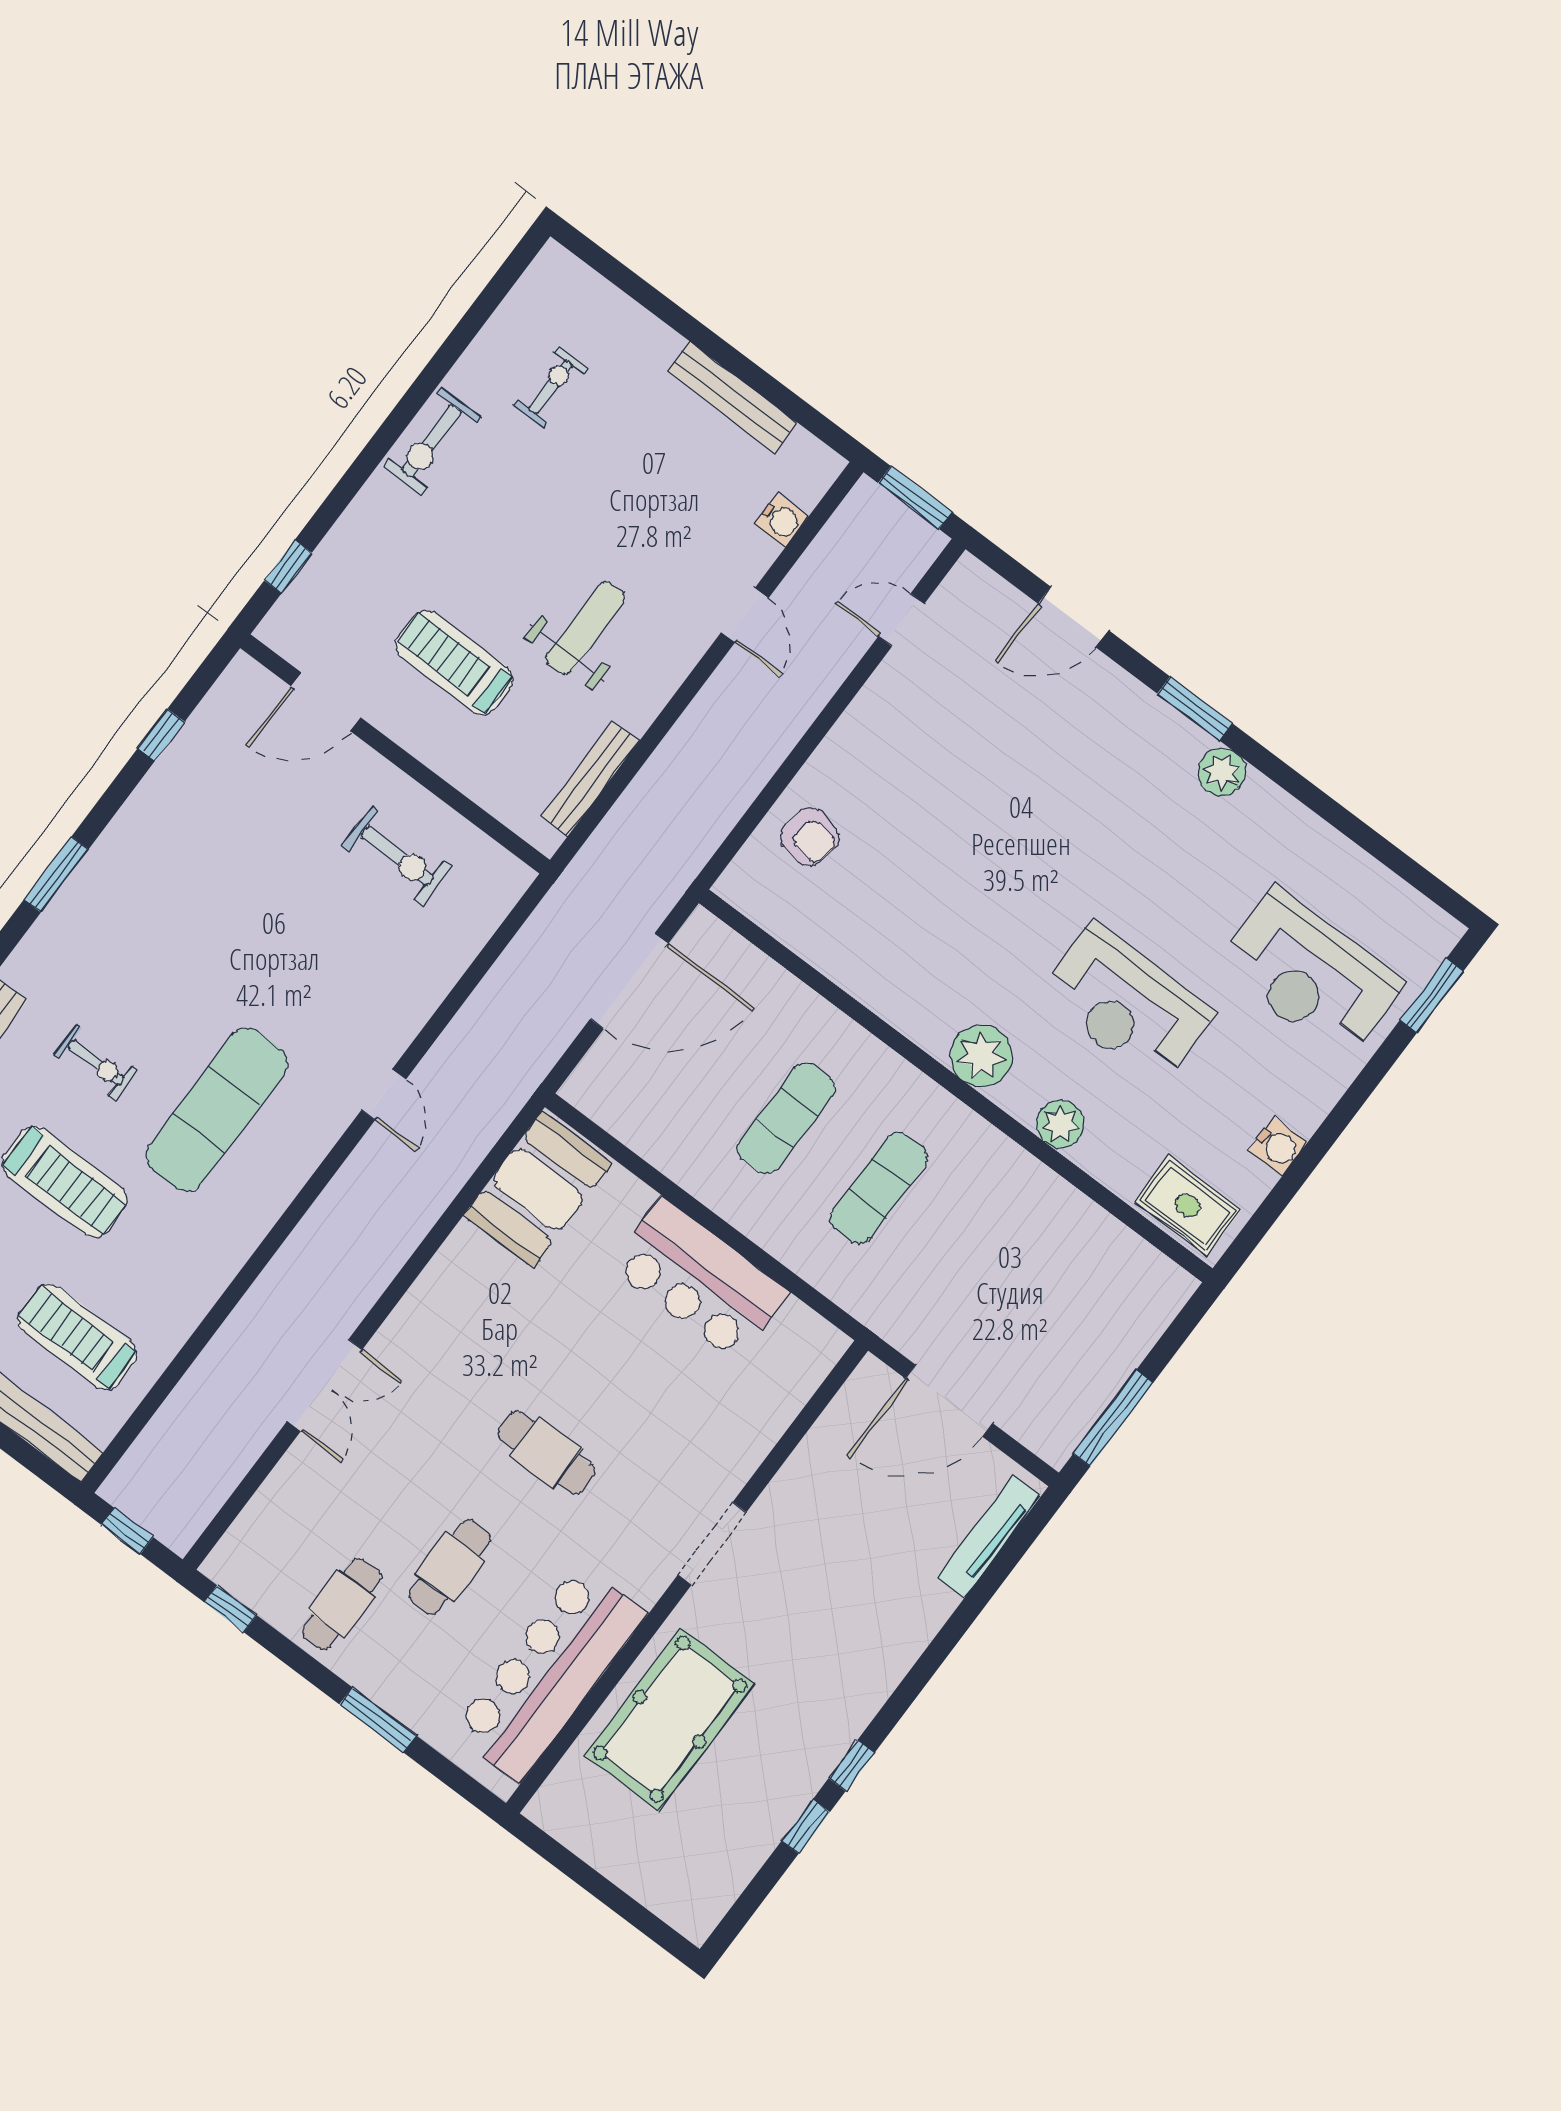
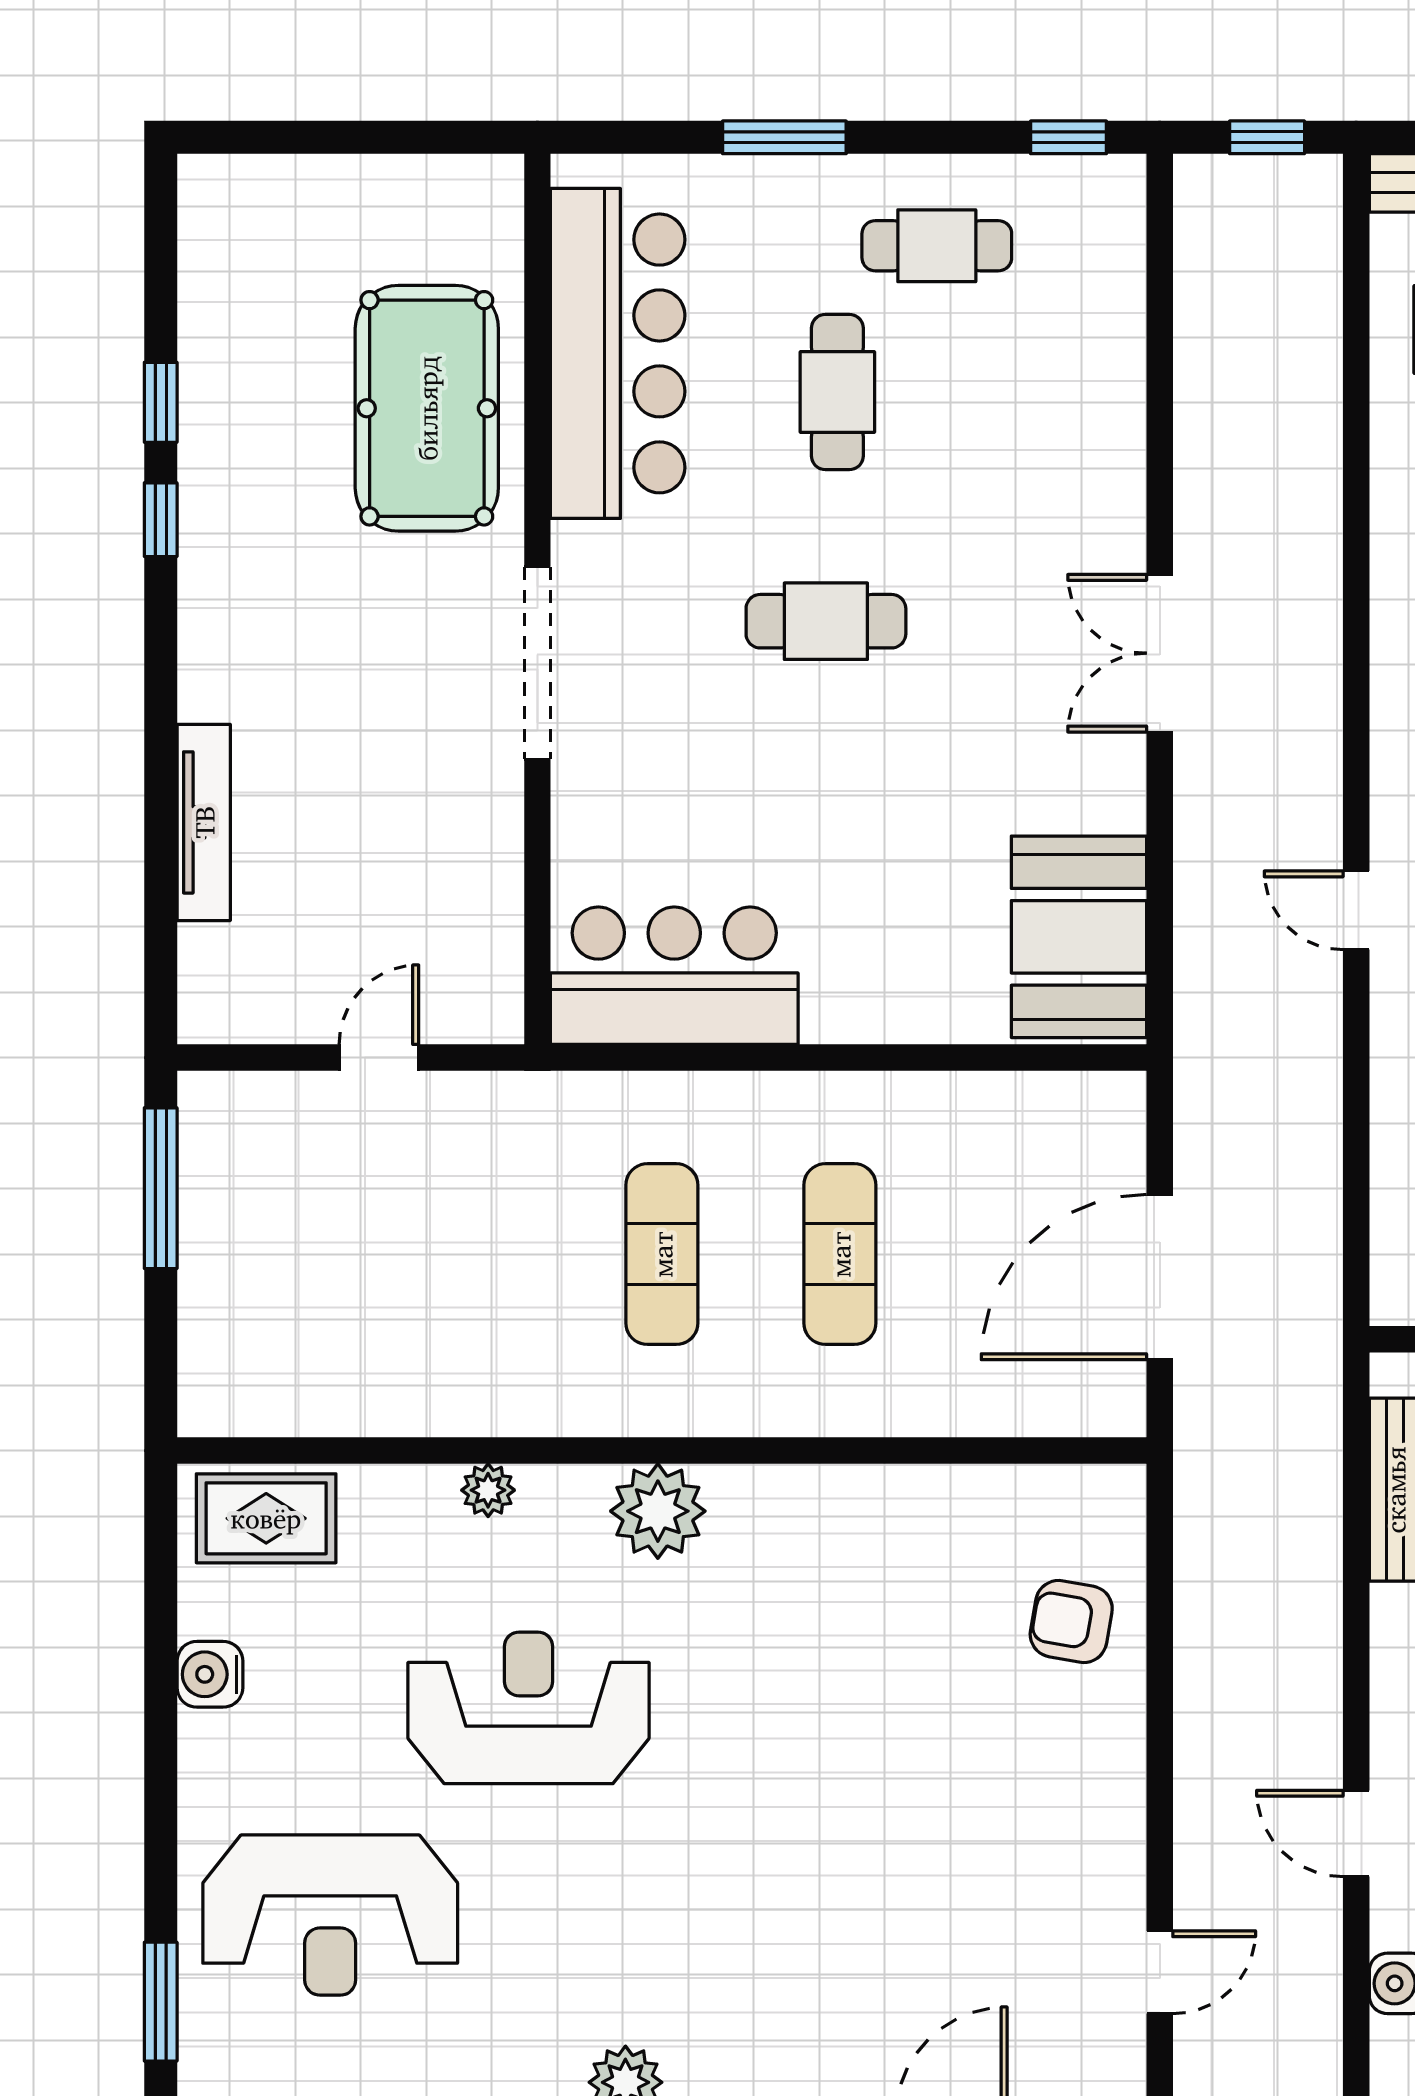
reception desk: (1310, 974) -> (330, 1915), turned 180
plant: (1060, 1124) -> (488, 1490), width x0.73, depth x0.73
bar counter: (699, 1279) -> (674, 976), moved
double door: (325, 1385) -> (1160, 653), moved
door: (949, 1401) -> (379, 1058), width x0.53
tv unit: (989, 1537) -> (204, 822), moved
doorway: (712, 1544) -> (537, 663), width x1.36
cafe table: (341, 1604) -> (937, 246), turned 90

